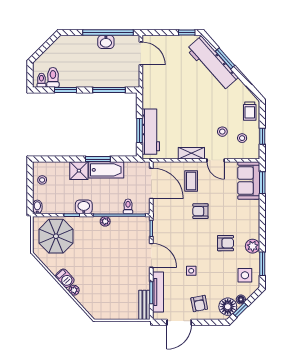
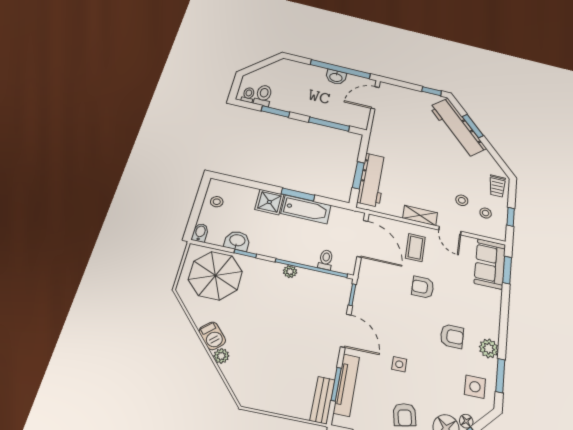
door: (141, 53) -> (375, 98), swing flipped
washbasin: (84, 207) -> (237, 241), moved

